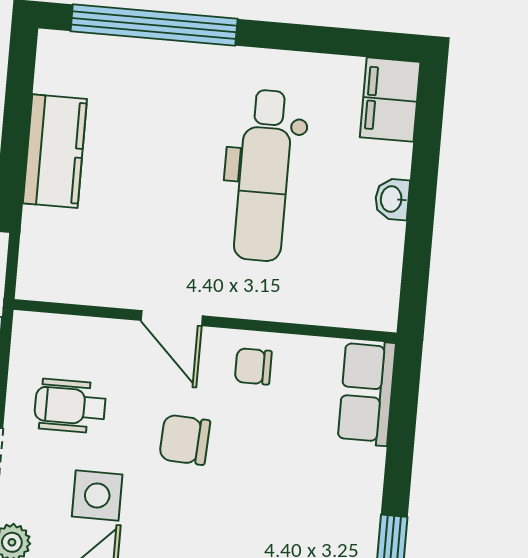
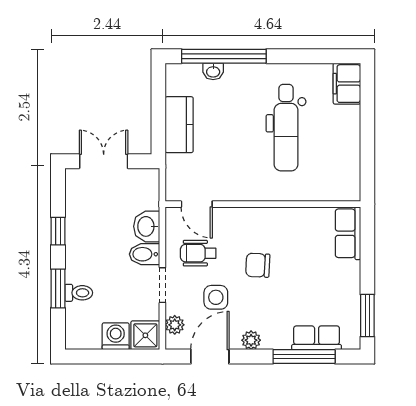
washbasin: (392, 199) -> (213, 71), moved, turned -90
door: (172, 318) -> (197, 204), moved
chair: (253, 366) -> (289, 225), removed

